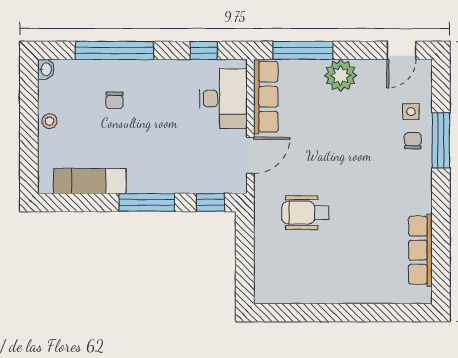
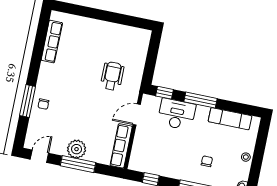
window: (303, 50) -> (78, 164), moved
desk: (223, 99) -> (177, 114), moved, turned 90
side table: (411, 112) -> (41, 121), removed
wheelchair: (305, 213) -> (112, 76), turned -90

